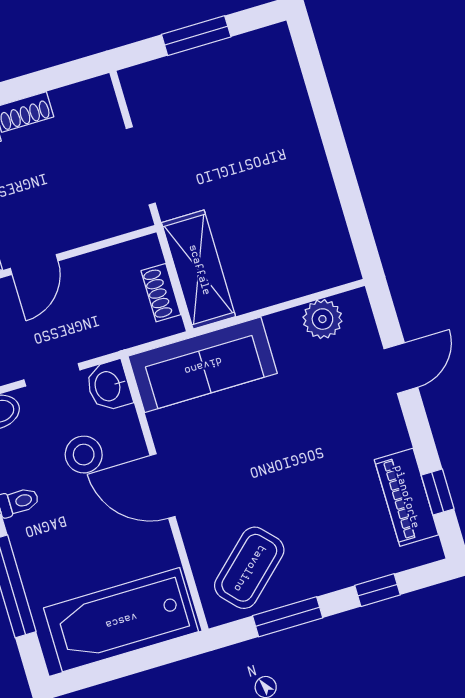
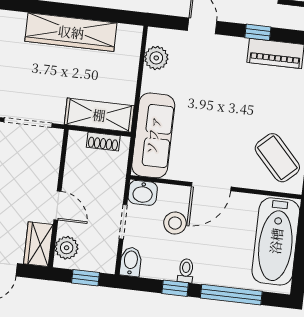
wardrobe: (306, 173) -> (71, 32), added
window: (438, 492) -> (258, 32), moved

